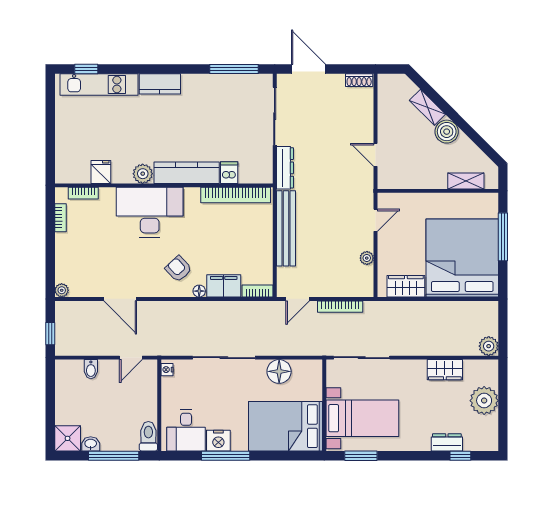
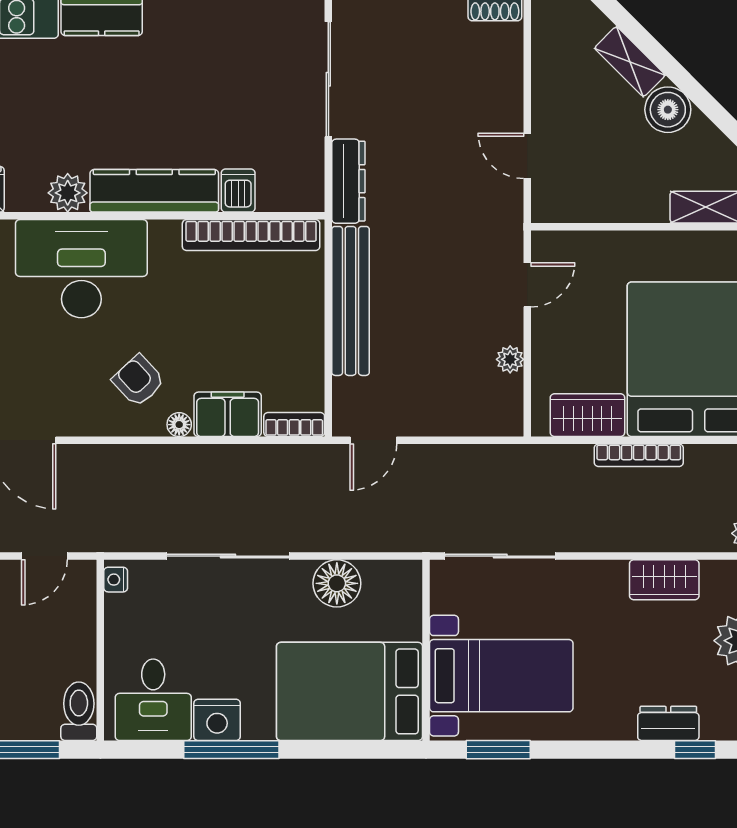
bookcase: (340, 307) -> (639, 455), moved

